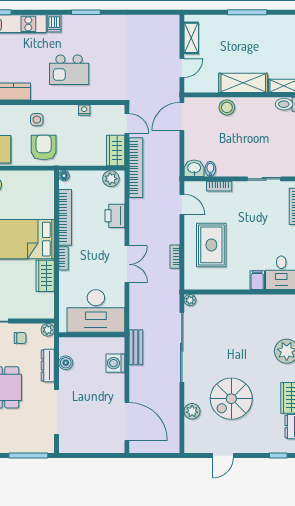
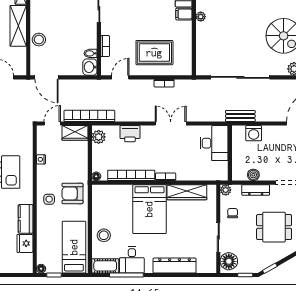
wardrobe: (45, 276) -> (187, 192), width x1.50
plant: (190, 300) -> (201, 17), moved
desk: (96, 311) -> (214, 143), width x0.73, depth x0.77

